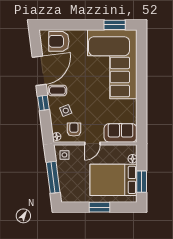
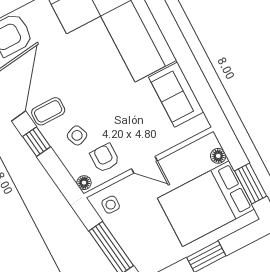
sofa: (120, 133) -> (176, 95), moved, turned -90
door: (92, 144) -> (144, 165), hinge flipped

